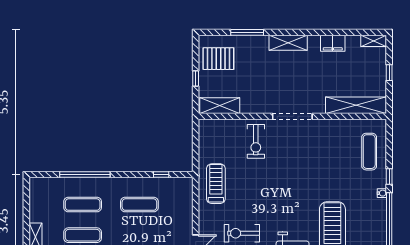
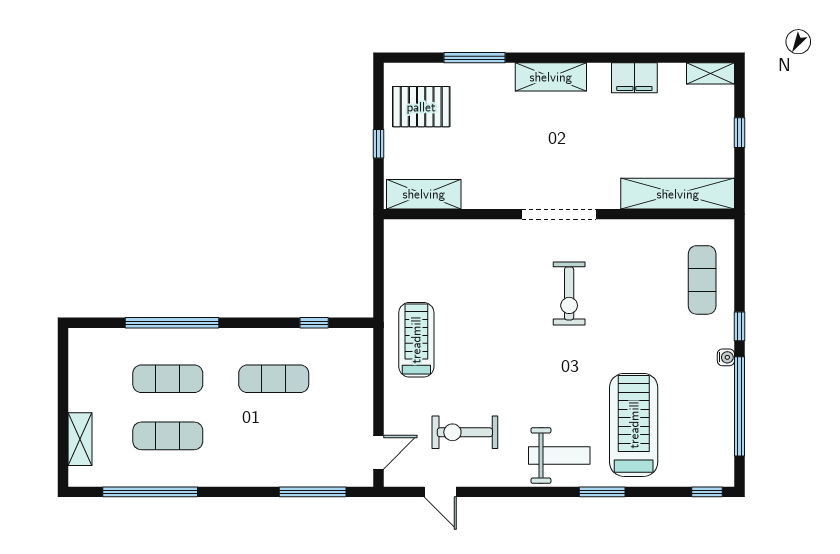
exercise bike: (256, 141) -> (569, 293), moved

